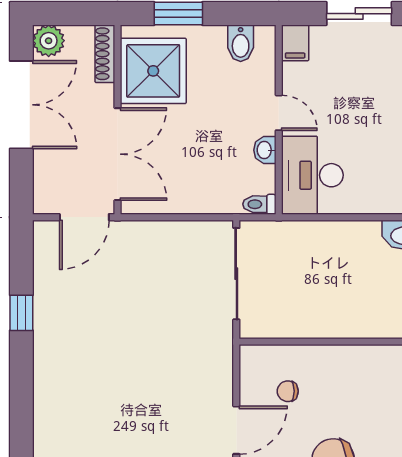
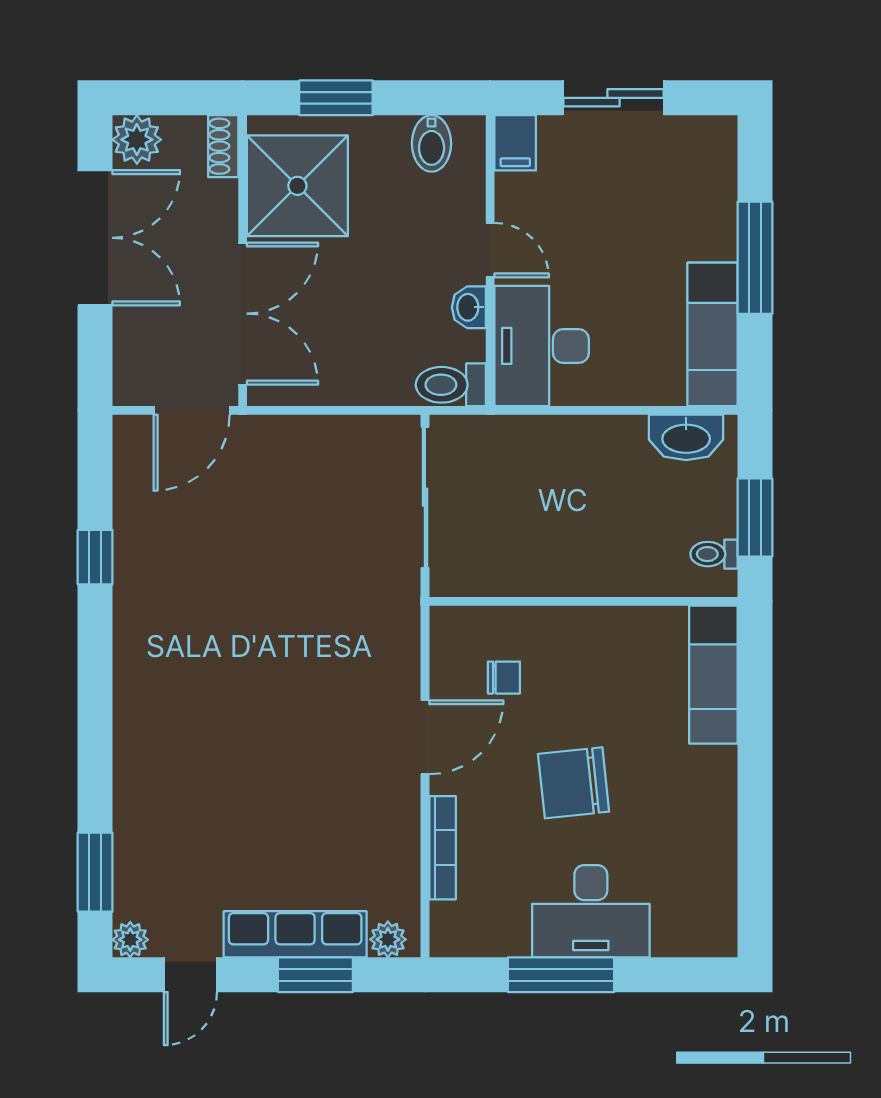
shoe rack: (105, 54) -> (223, 146), width x0.70
toilet: (259, 204) -> (451, 385), width x1.37, depth x1.39
chair: (288, 391) -> (504, 678), turned 180

